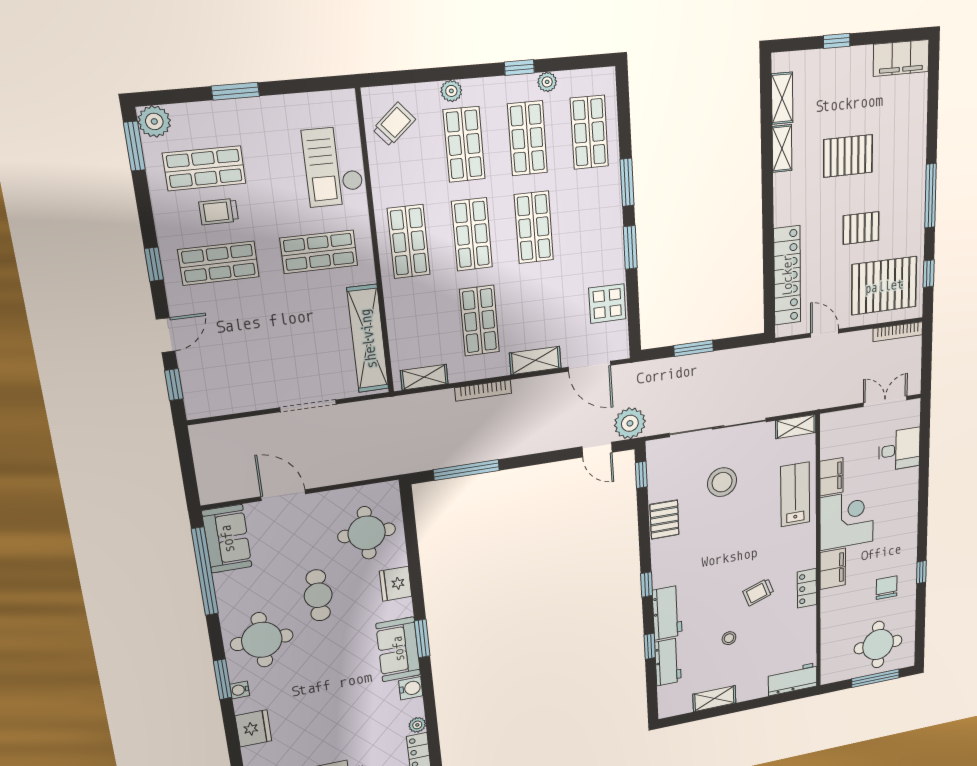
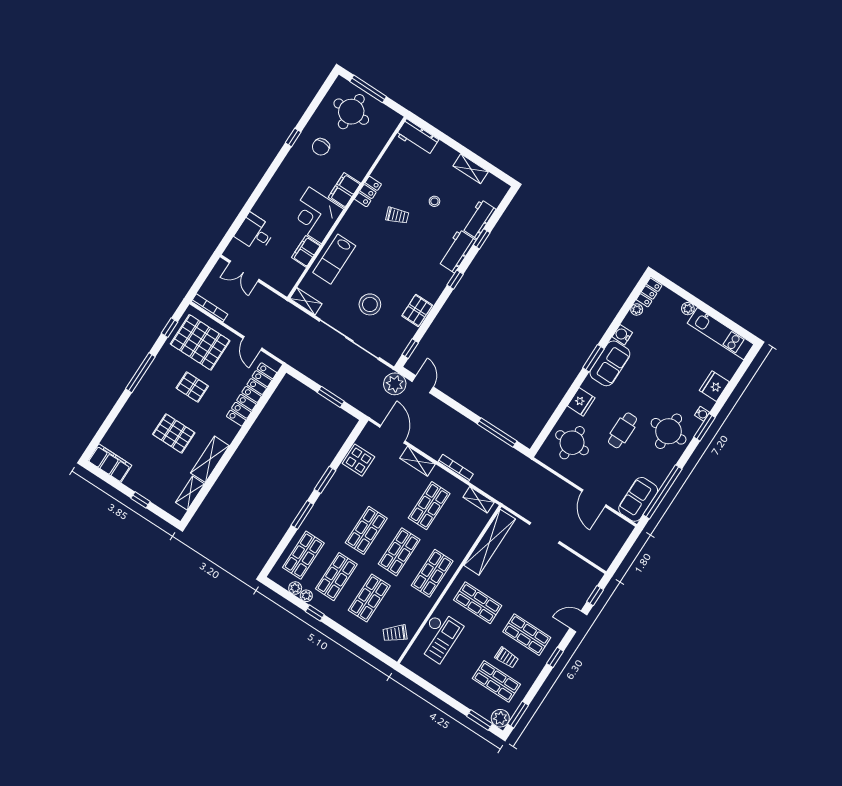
window: (235, 91) -> (480, 720), moved
plant: (451, 91) -> (295, 588), moved
shelving: (782, 148) -> (210, 459), width x1.50, depth x1.33

